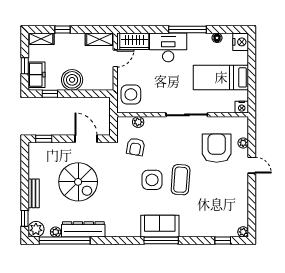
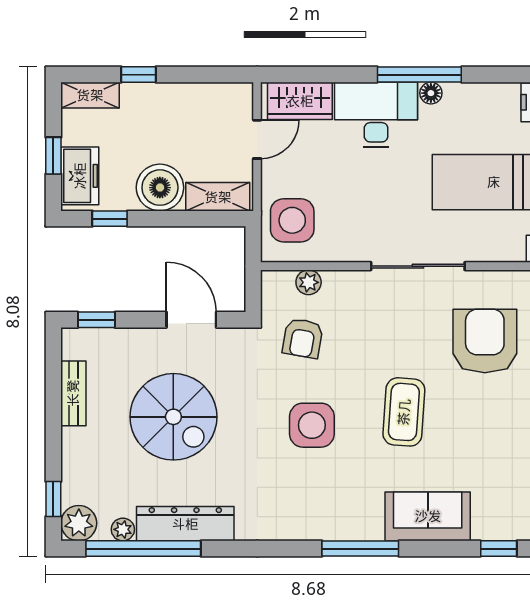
floor lamp: (217, 38) -> (431, 93), moved
shelving: (100, 39) -> (218, 197), moved
side table: (152, 180) -> (312, 425), moved
bench: (34, 193) -> (73, 393), moved
sofa: (160, 226) -> (428, 516), moved

